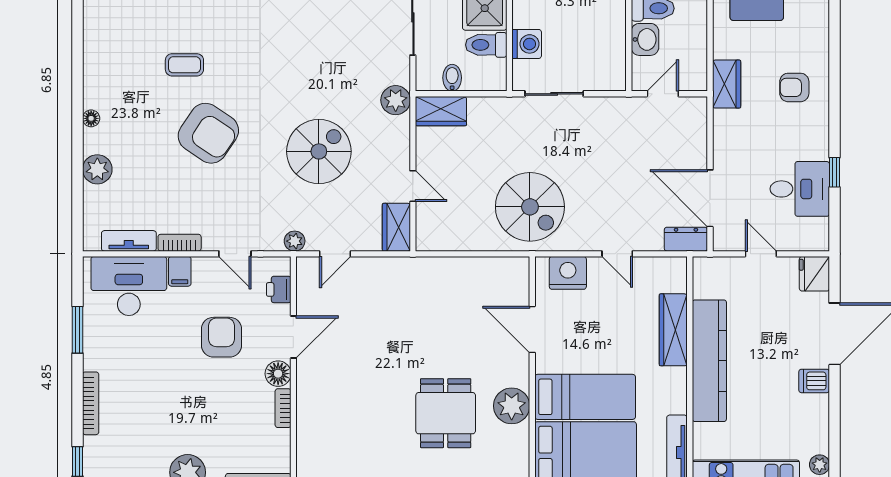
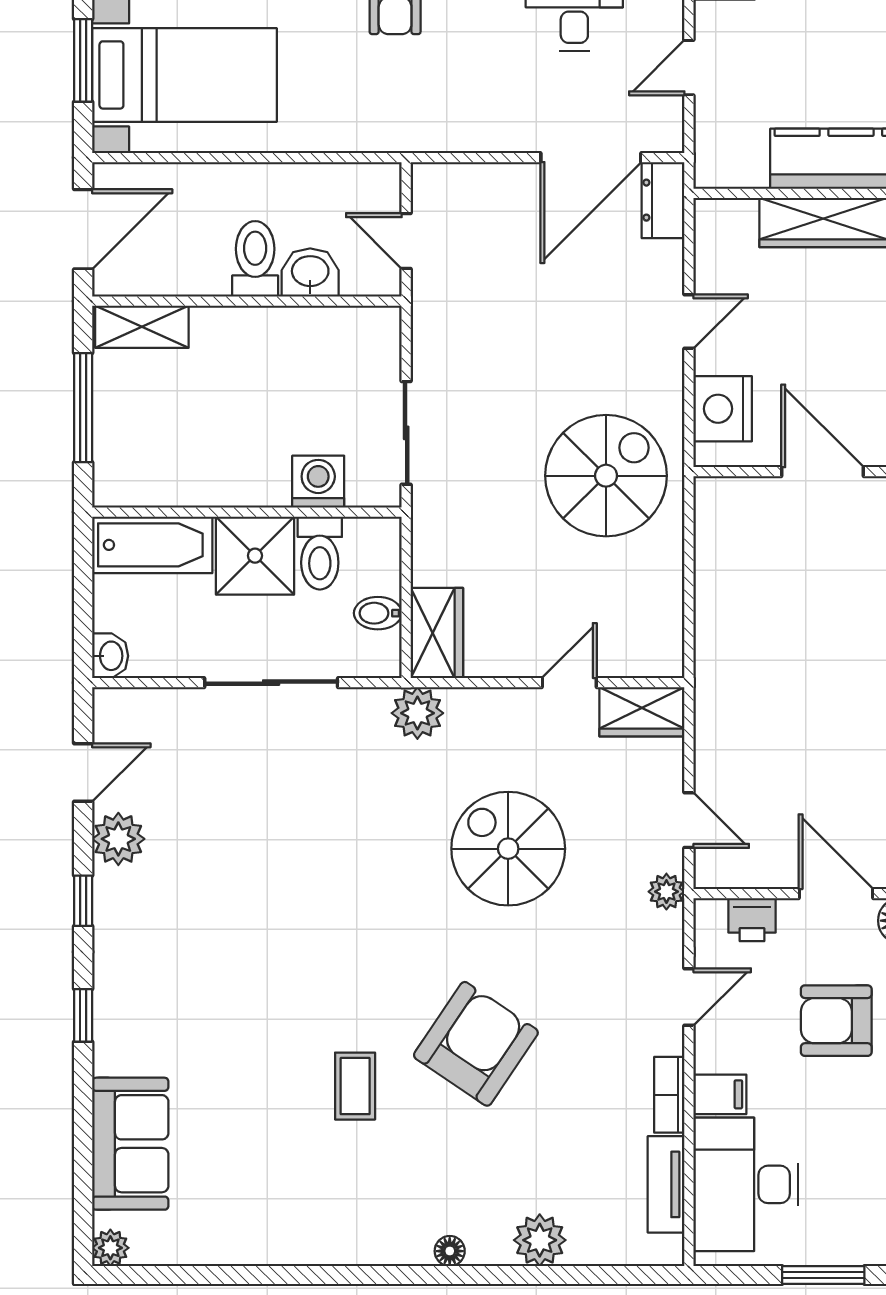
wardrobe: (727, 84) -> (389, 128), removed
door: (532, 329) -> (823, 472), swing flipped

